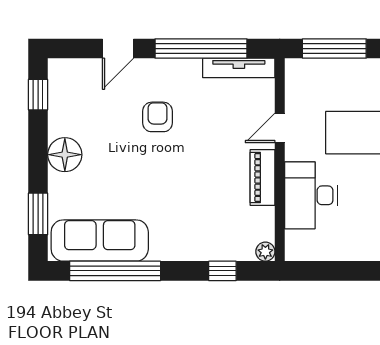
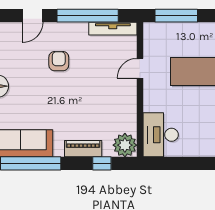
piano: (262, 177) -> (83, 149), moved, turned 90
desk: (311, 195) -> (161, 135), moved
plant: (265, 252) -> (125, 145), width x1.88, depth x1.88

